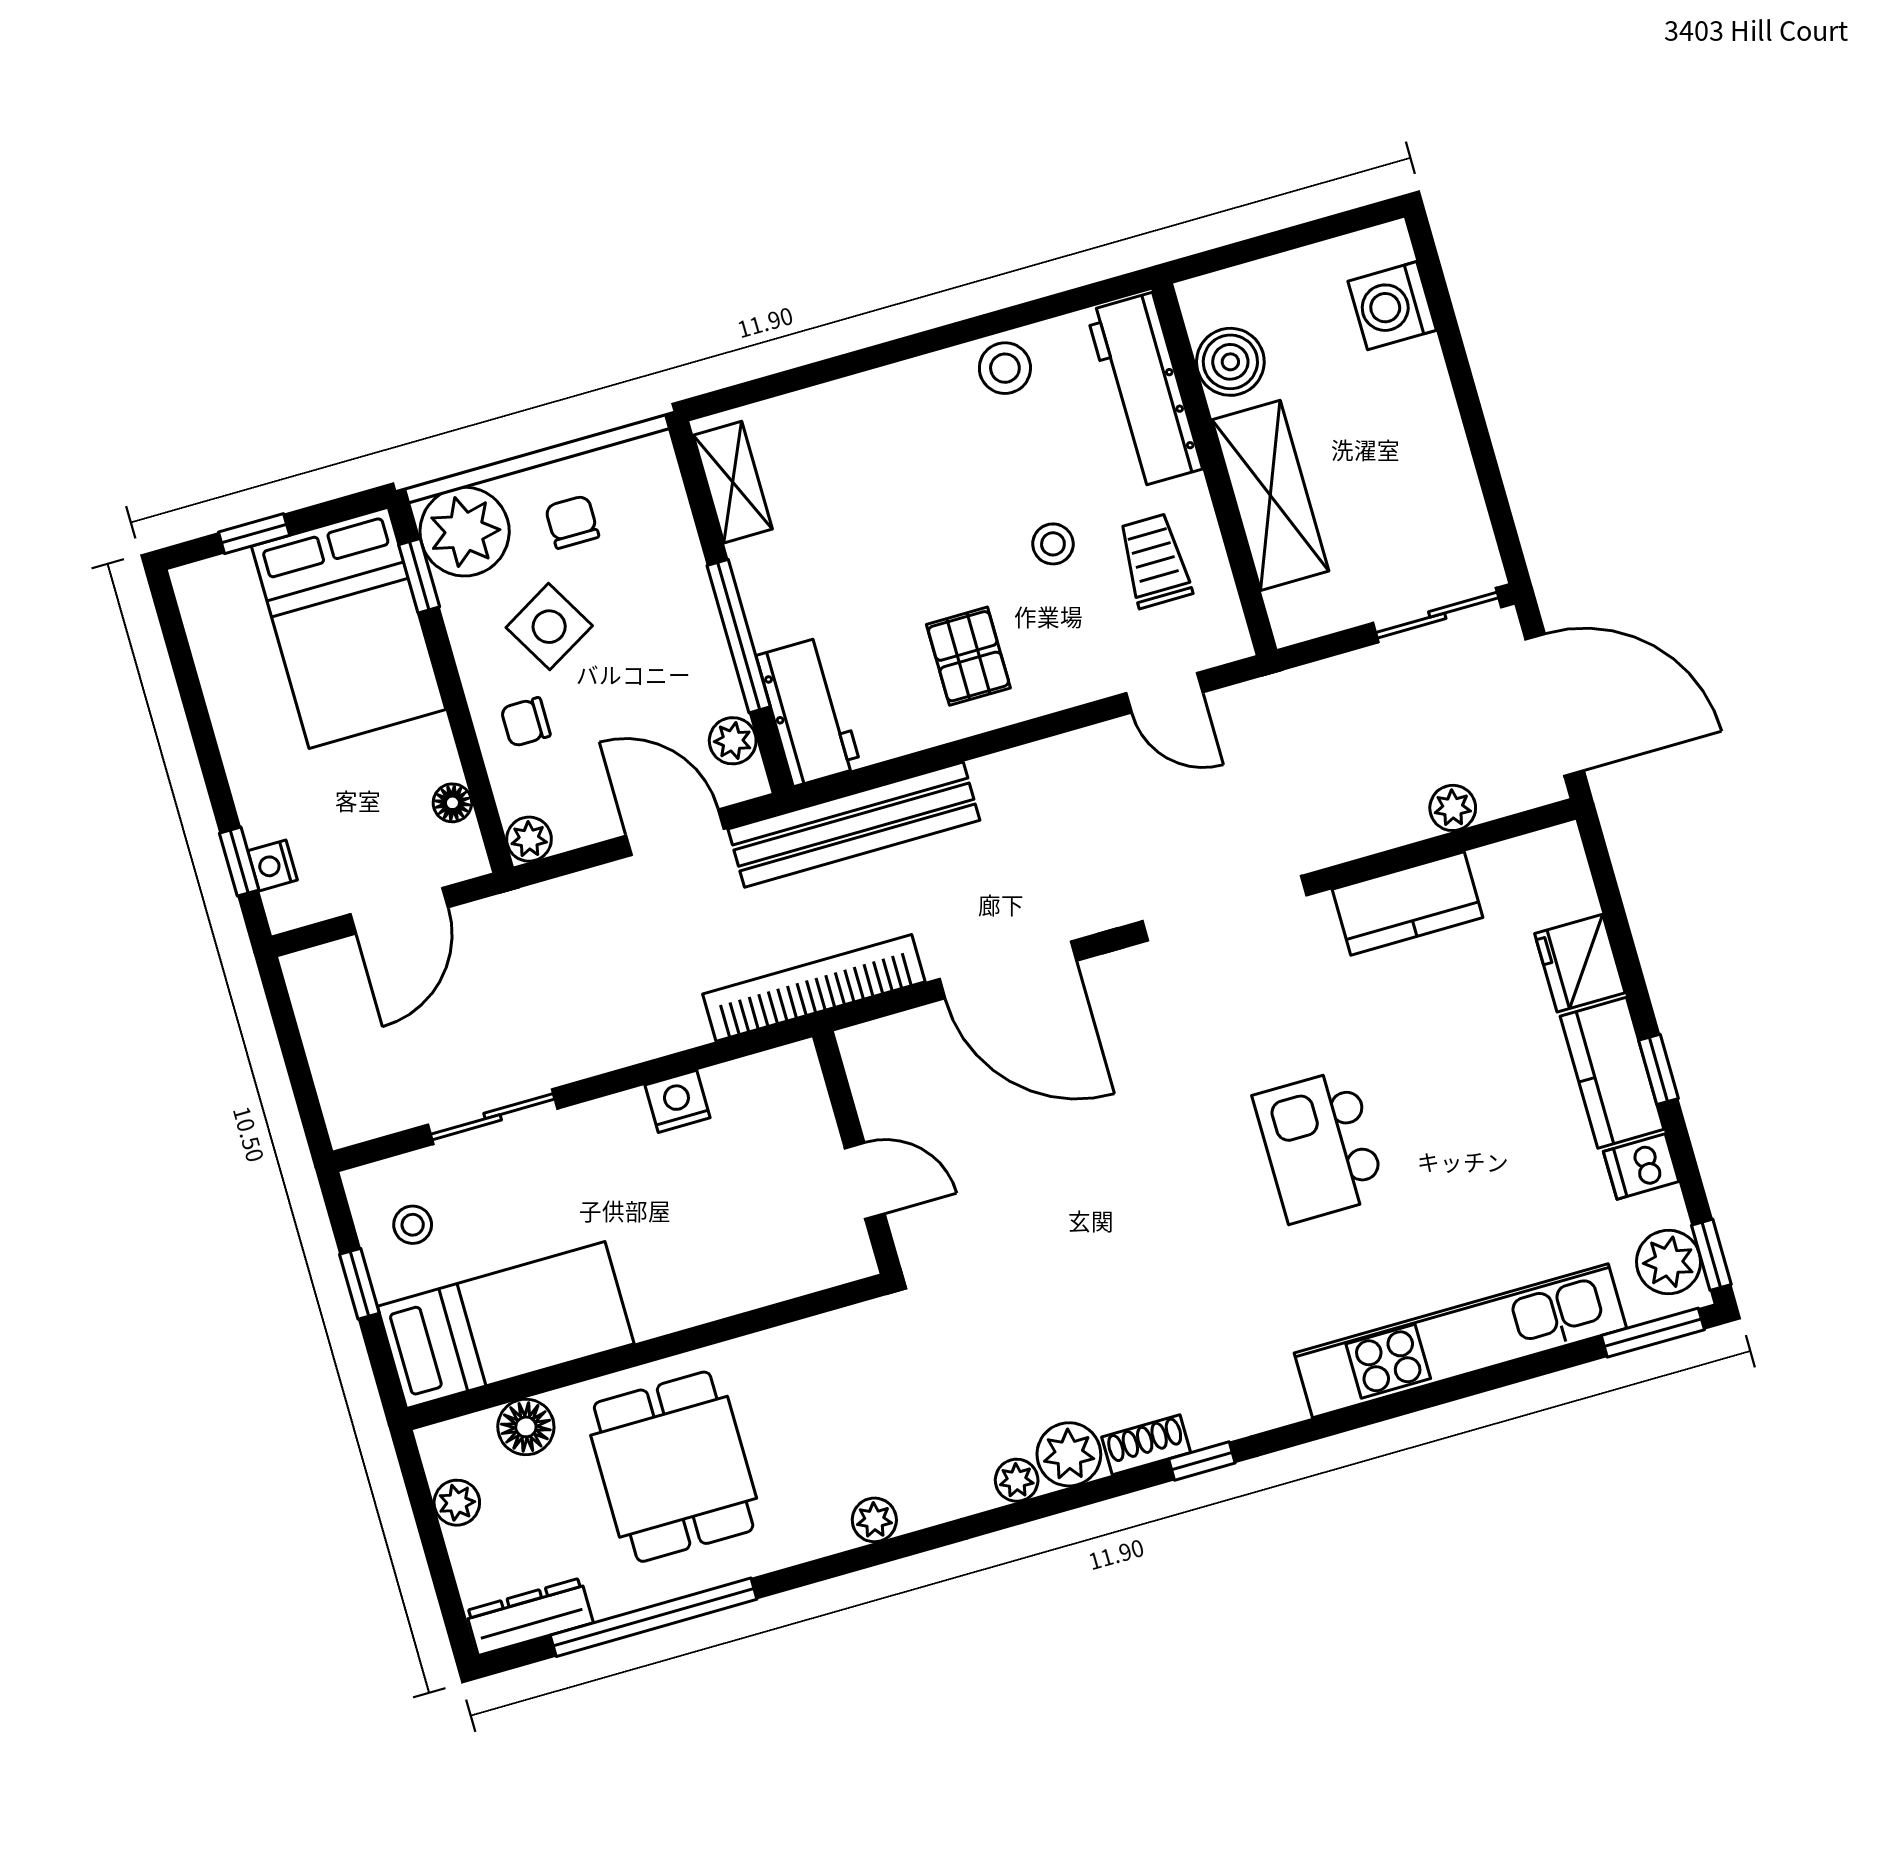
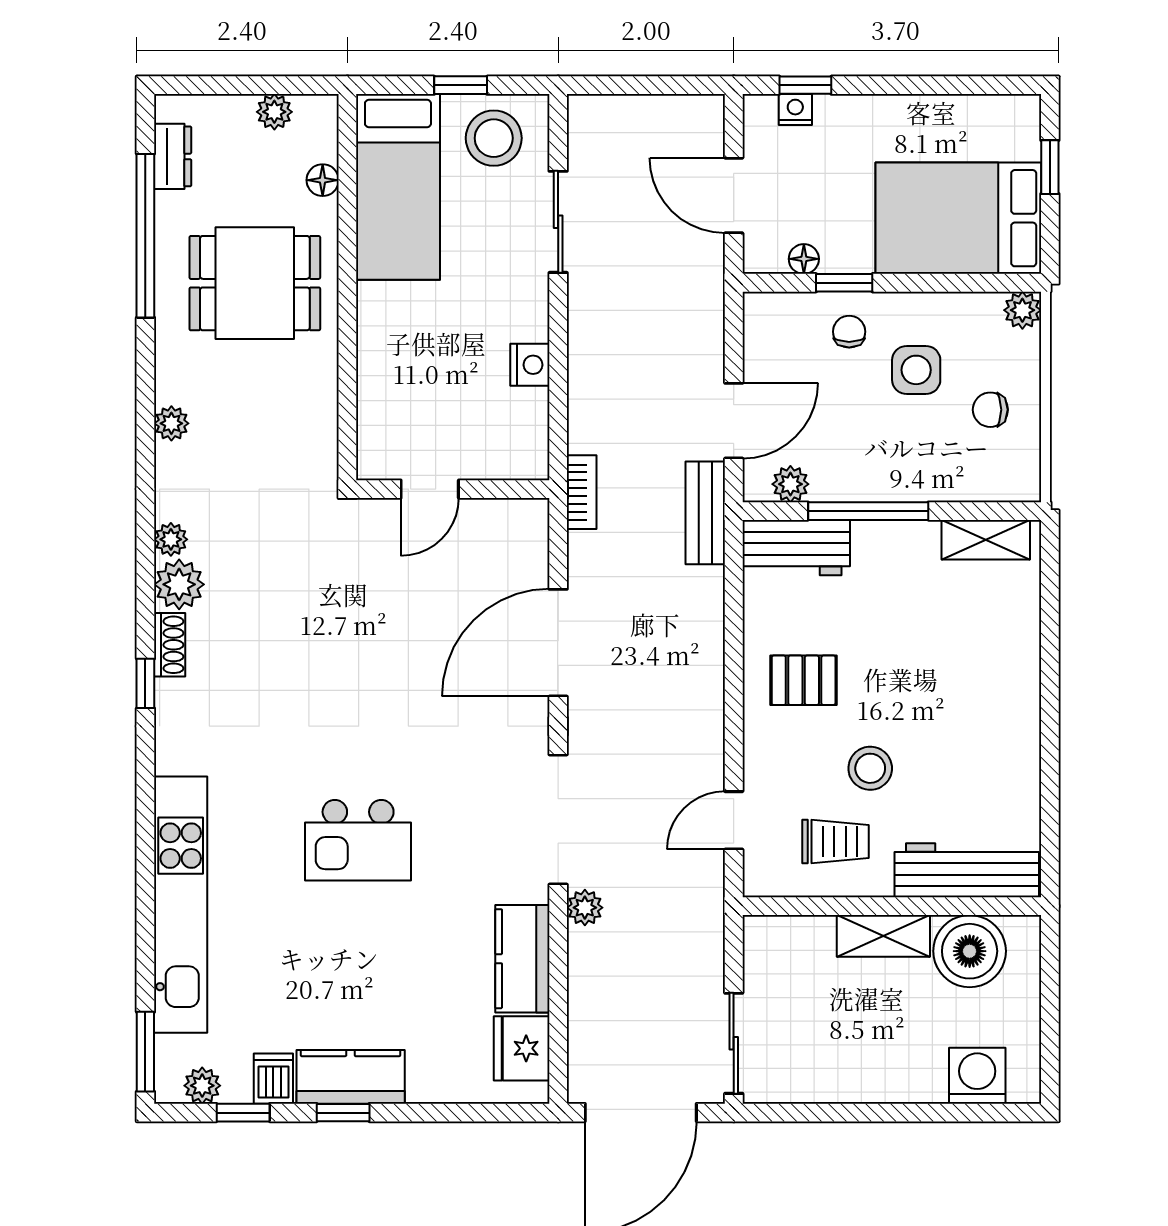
boiler: (1230, 362) -> (970, 951), width x1.37, depth x1.37
stool: (1005, 368) -> (1013, 770), removed
shelving: (1270, 495) -> (883, 936), width x0.67, depth x0.75
chair: (572, 522) -> (990, 410), turned 180
plant: (465, 532) -> (1022, 310), width x0.53, depth x0.53
stool: (1053, 544) -> (870, 768), width x1.37, depth x1.37
window: (419, 576) -> (844, 283), moved
side table: (549, 627) -> (916, 370), turned 30
plant: (1453, 808) -> (585, 908), moved
bench: (854, 825) -> (705, 513), width x0.54, depth x0.82
plant: (529, 839) -> (760, 309), removed
fridge: (1580, 963) -> (522, 1048), moved, turned -90
bookcase: (814, 988) -> (582, 492), width x0.43, depth x0.76
kitchen island: (1320, 1146) -> (358, 840), turned 180
stool: (413, 1225) -> (494, 138), width x1.89, depth x1.89
window: (1711, 1255) -> (243, 1113), moved
plant: (1669, 1262) -> (202, 1086), width x0.73, depth x0.73
floor lamp: (526, 1427) -> (323, 180), width x0.73, depth x0.73
dresser: (529, 1617) -> (173, 156), width x0.70

